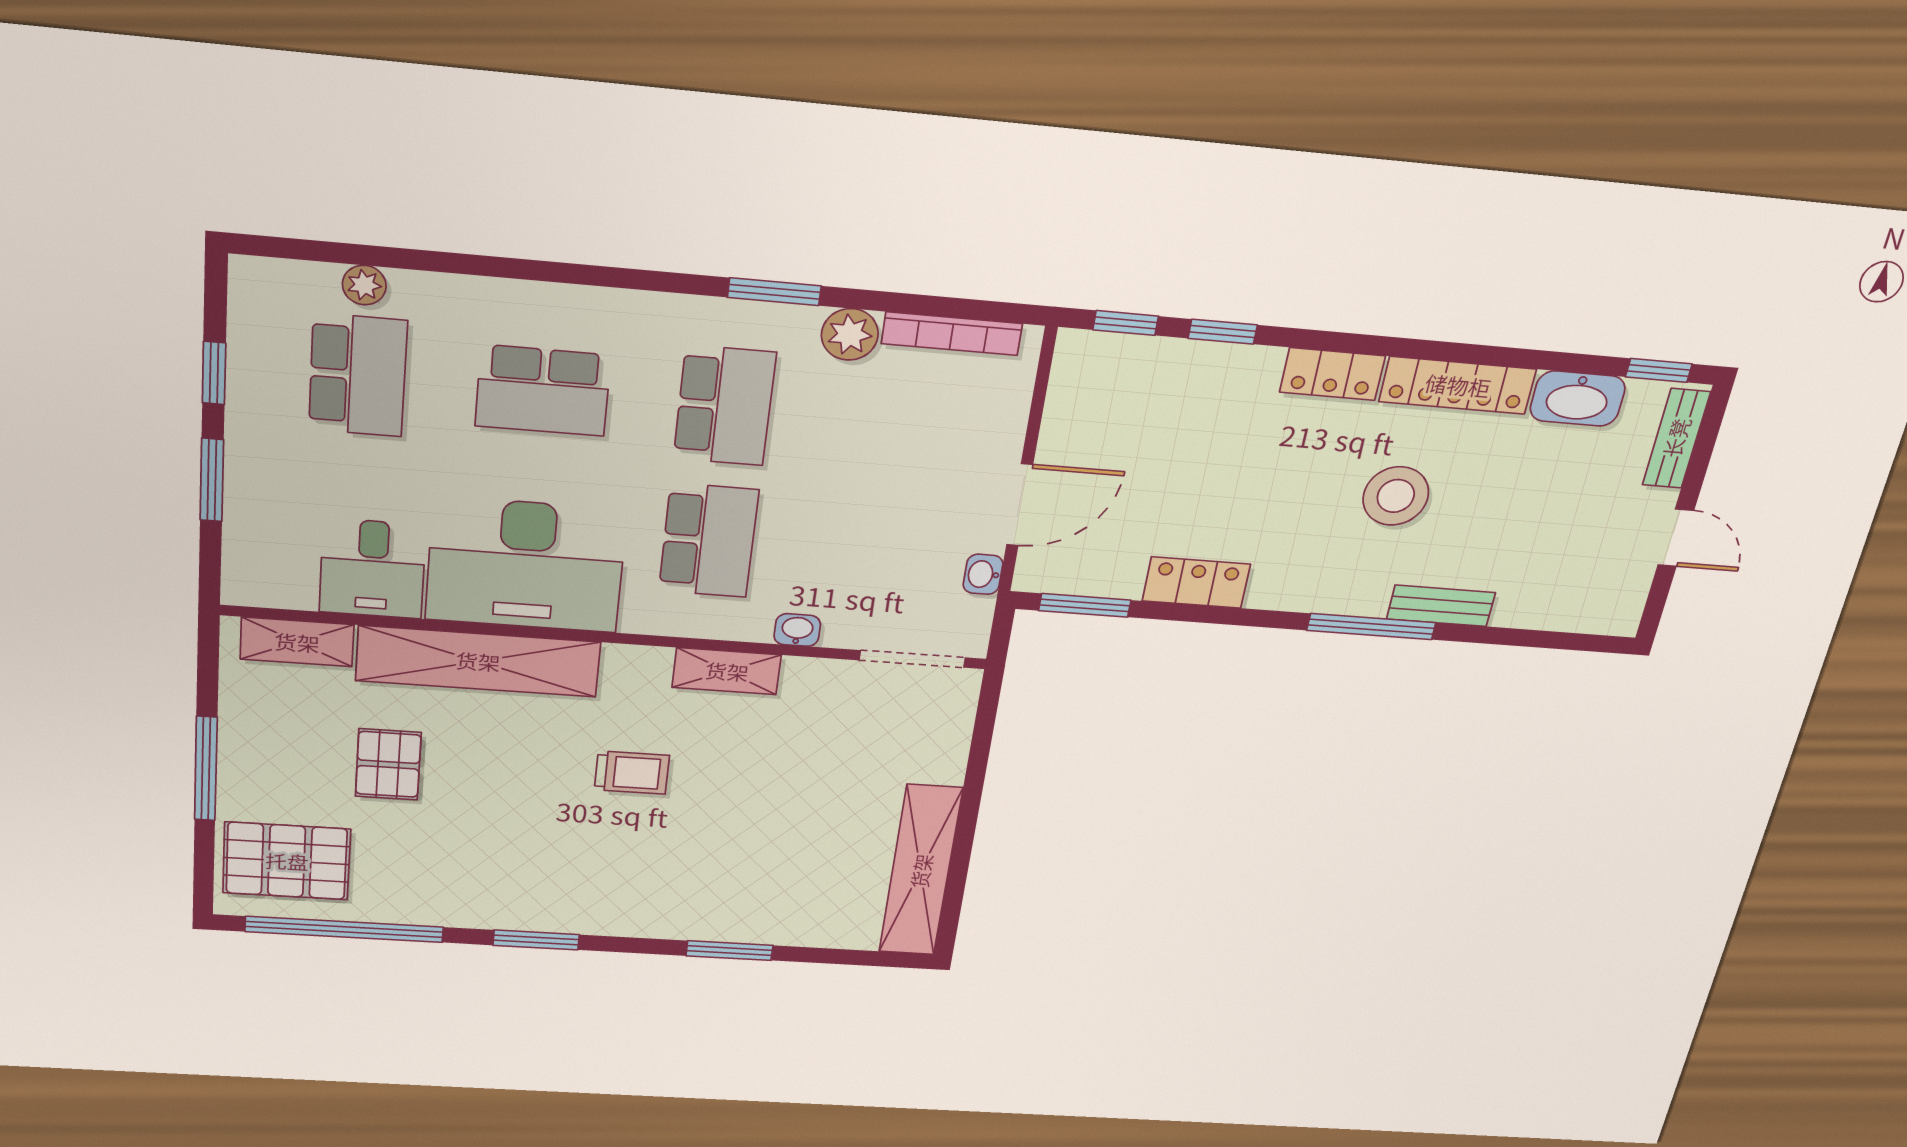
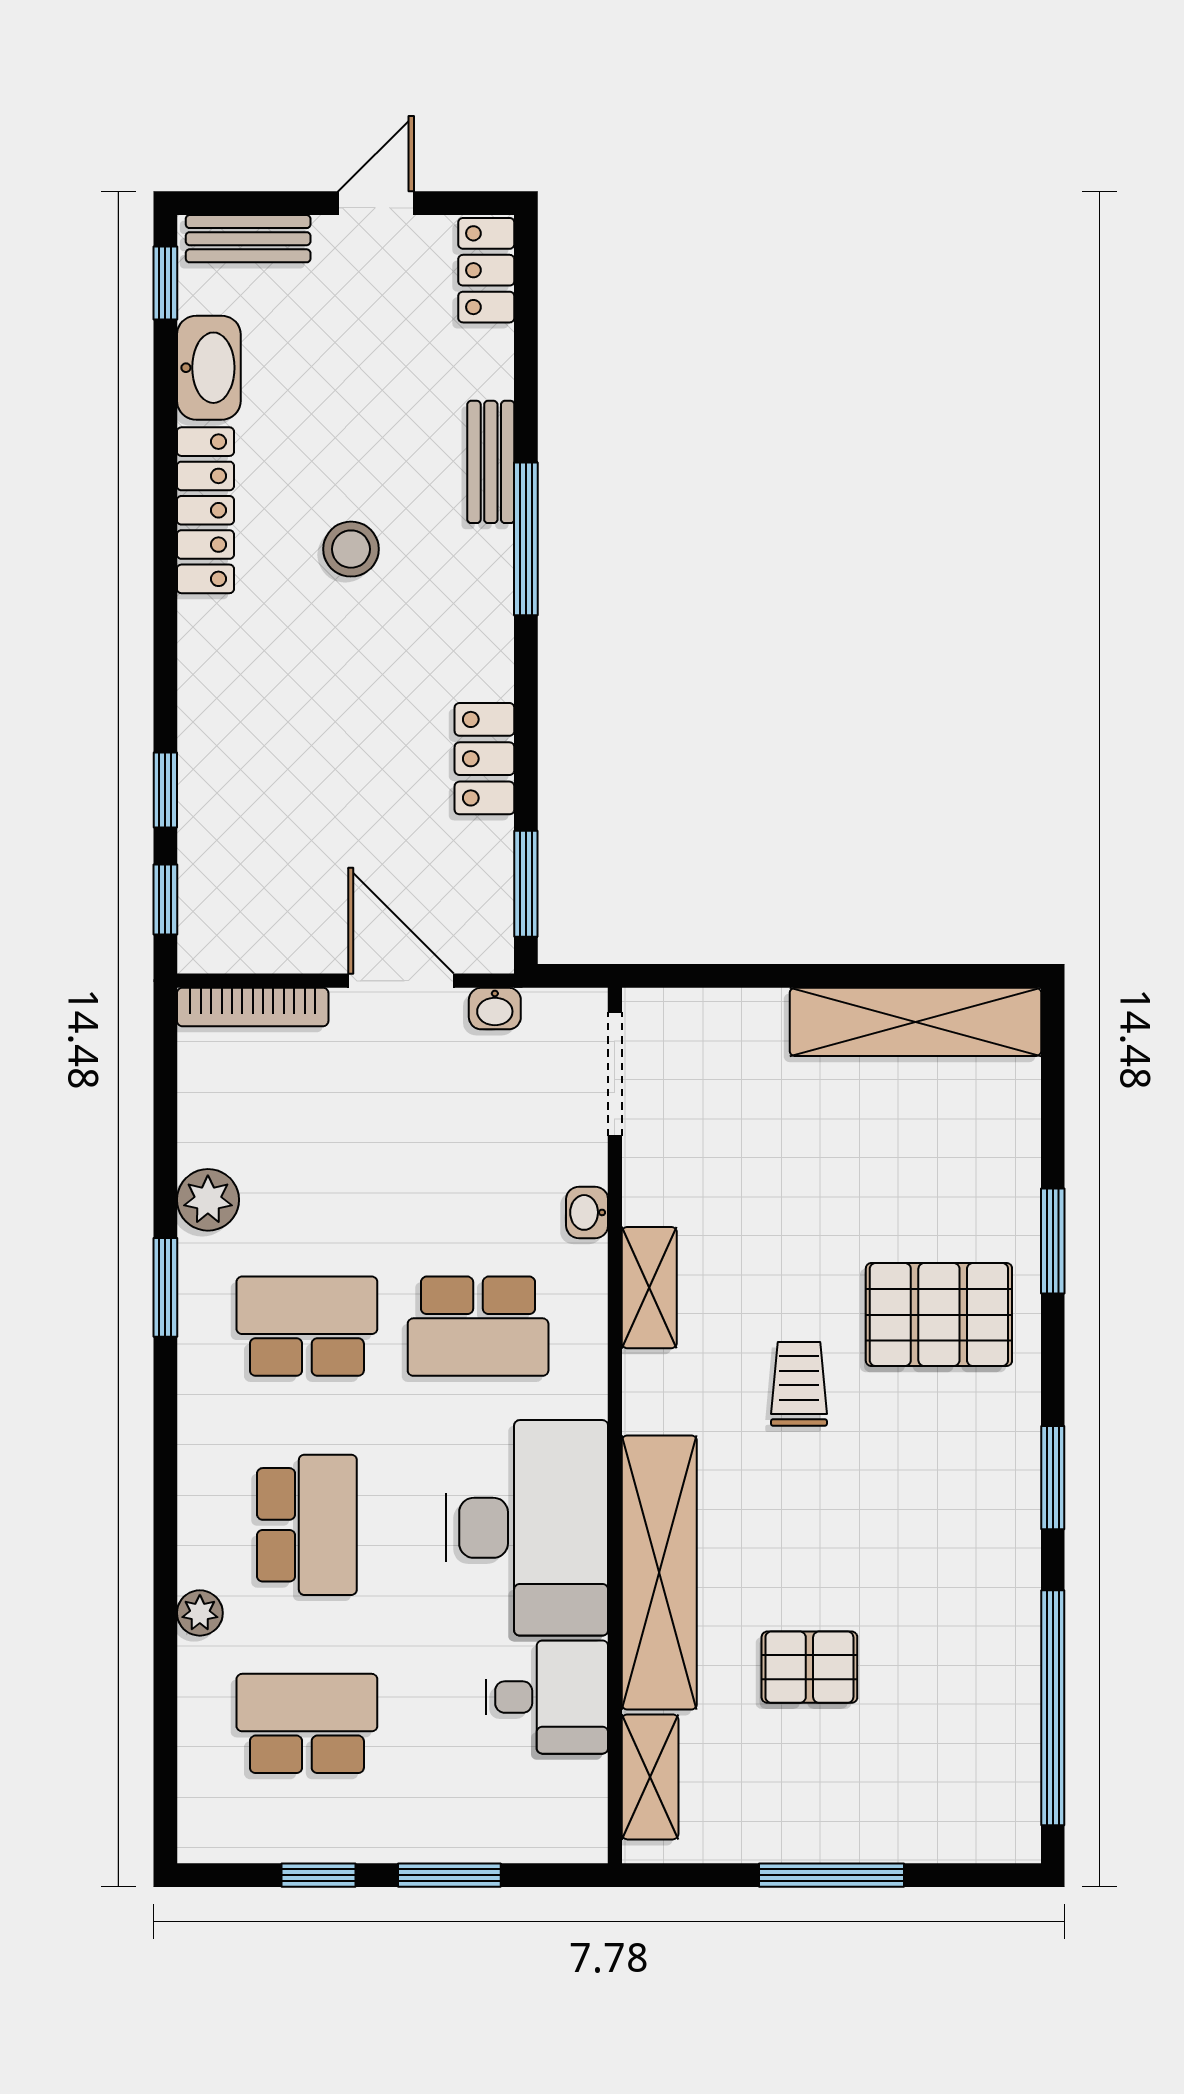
plant: (364, 285) -> (200, 1613), moved
bookcase: (952, 334) -> (253, 1007), moved, turned 90
locker: (1332, 374) -> (486, 270), moved, turned 180
stool: (1396, 496) -> (351, 549), width x0.73, depth x0.73
school desk: (709, 541) -> (478, 1326), turned 180
pallet: (287, 861) -> (939, 1315), moved, turned 90

